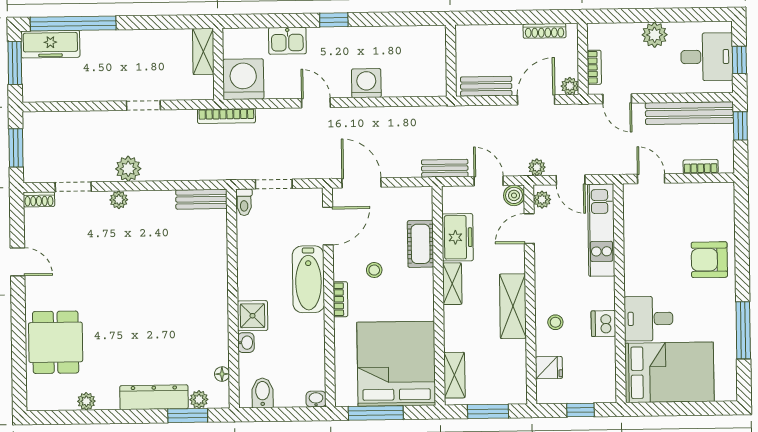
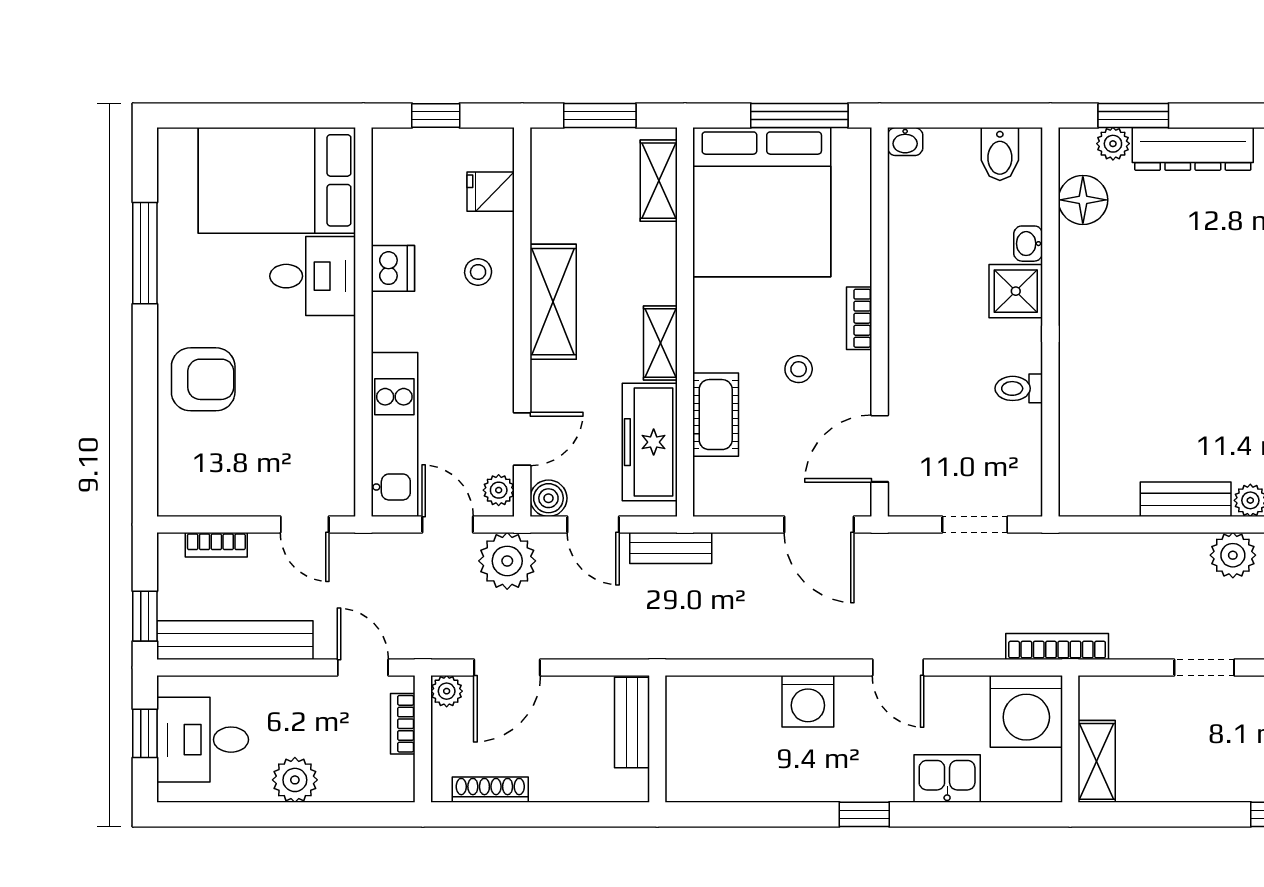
bench: (486, 86) -> (632, 723), moved, turned 90
plant: (537, 167) -> (507, 561), width x1.88, depth x1.88
bench: (201, 199) -> (1186, 499), moved
toilet: (244, 202) -> (1019, 388), moved, turned -90
freezer: (458, 237) -> (650, 442), width x1.40
bathtub: (308, 279) -> (916, 354), removed
floor lamp: (222, 374) -> (1083, 200), width x1.89, depth x1.89

